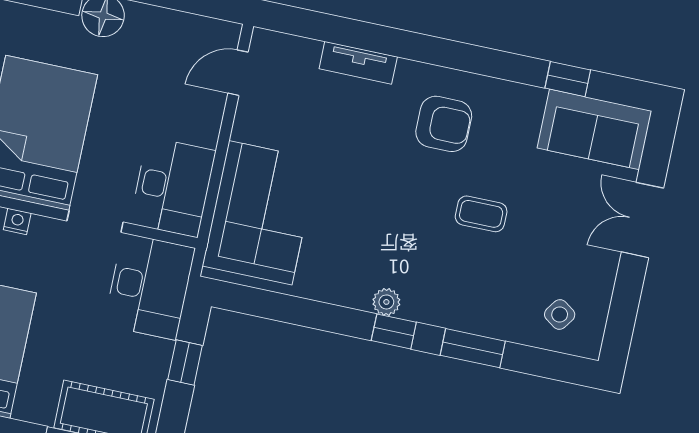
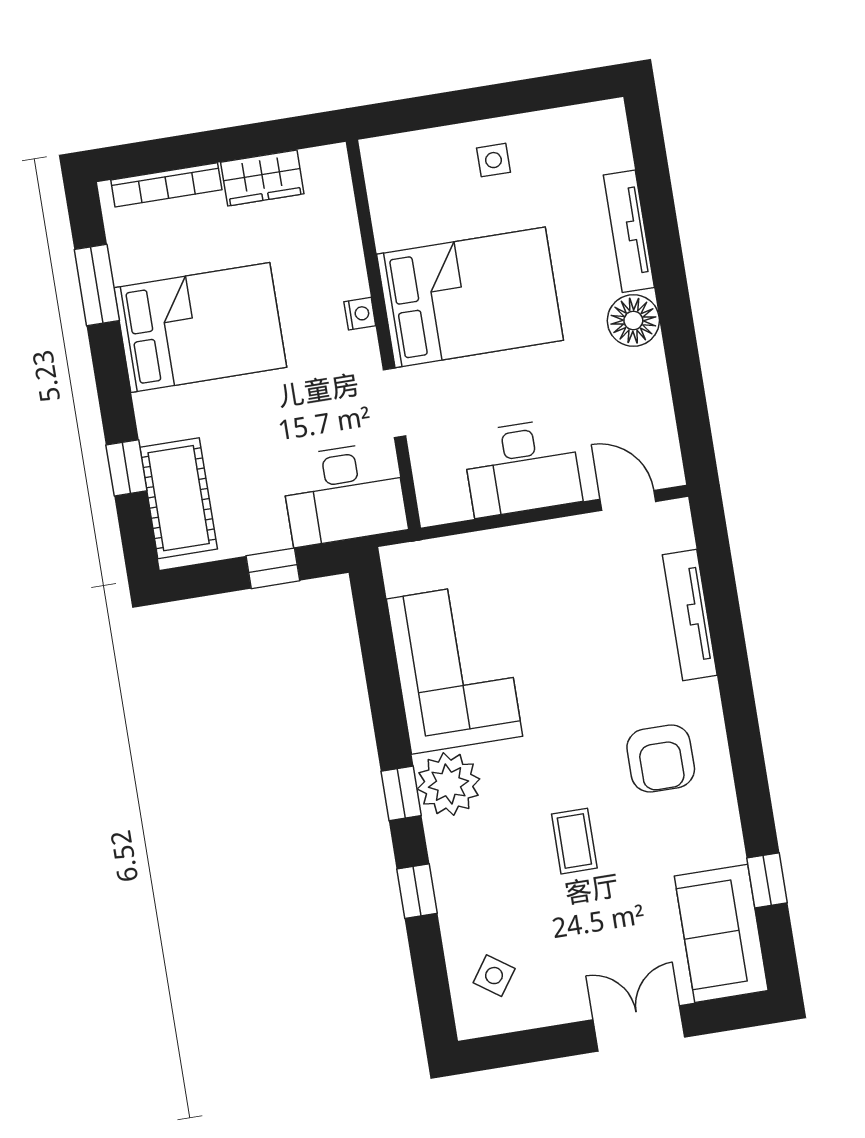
tv unit: (358, 63) -> (690, 615), width x1.41
desk: (173, 187) -> (522, 467), moved
corner sofa: (260, 213) -> (455, 668), moved, turned -90
plant: (386, 302) -> (449, 784), width x1.88, depth x1.88
window: (473, 348) -> (417, 891), width x0.67

